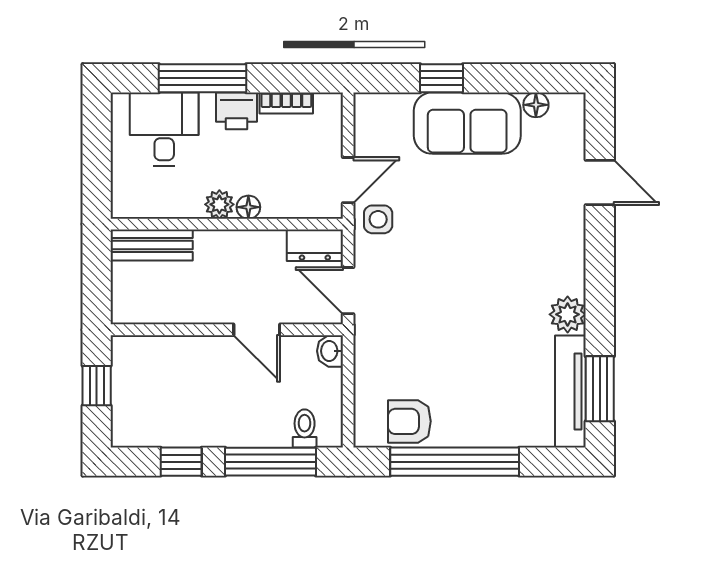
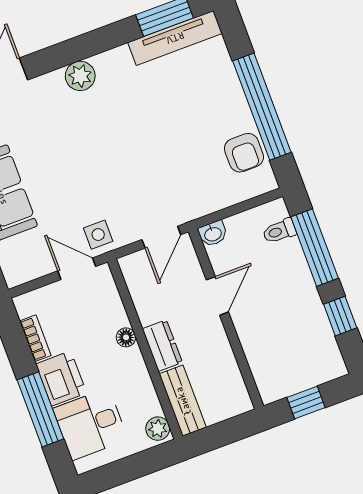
printer: (236, 111) -> (61, 378), width x1.36, depth x1.24
plant: (219, 204) -> (158, 429), moved
dresser: (315, 245) -> (162, 346), moved
plant: (568, 314) -> (80, 76), moved

